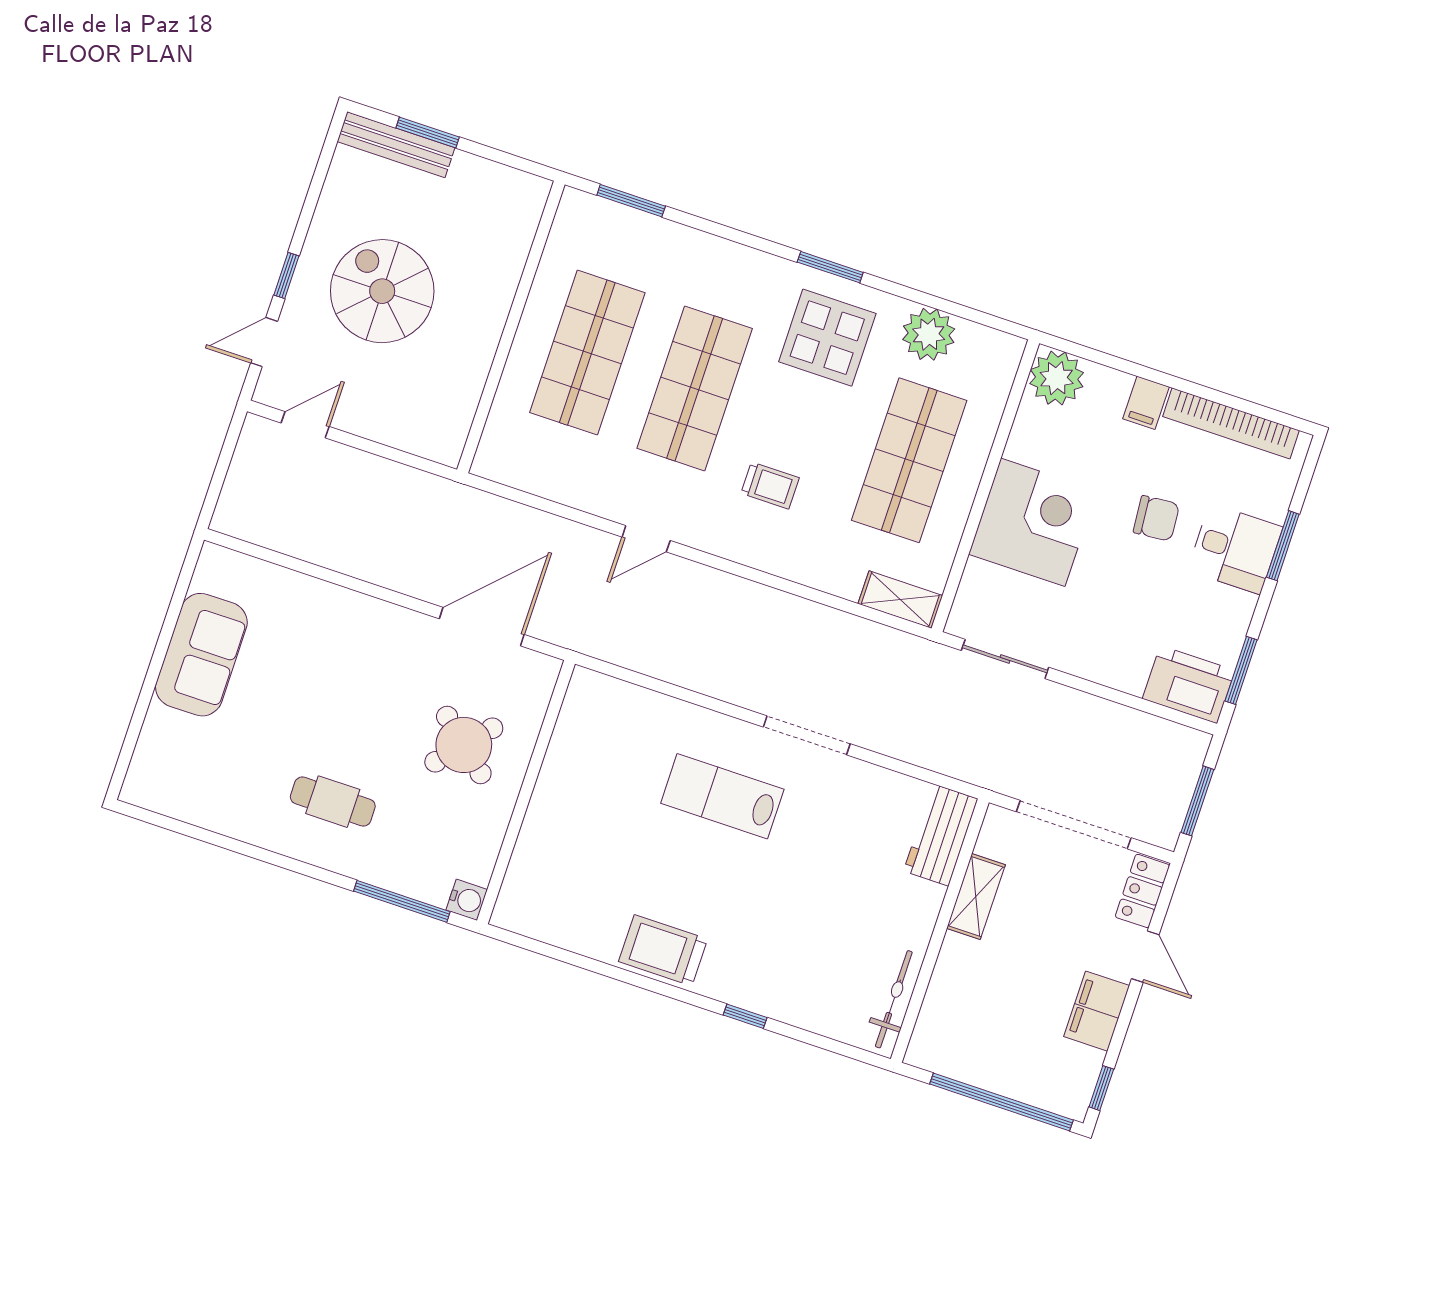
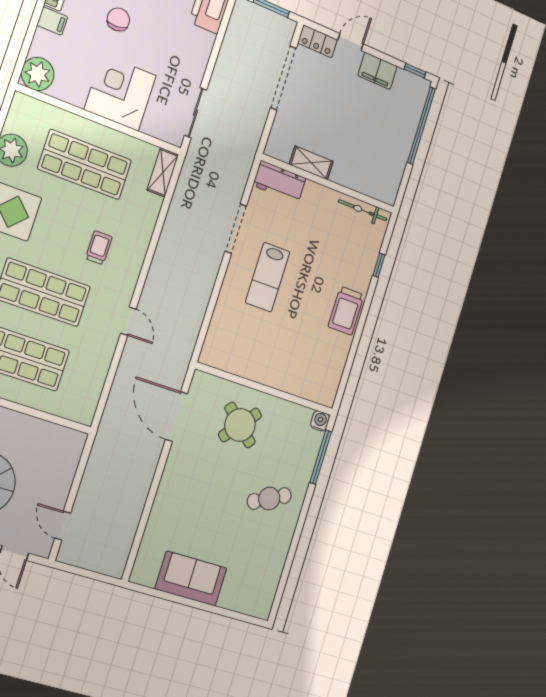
cafe table: (333, 802) -> (269, 498), turned 64
workbench: (941, 835) -> (280, 182), moved
shelving: (976, 896) -> (311, 163), moved
wall: (940, 931) -> (328, 184), moved
bicycle: (894, 999) -> (363, 210), moved

